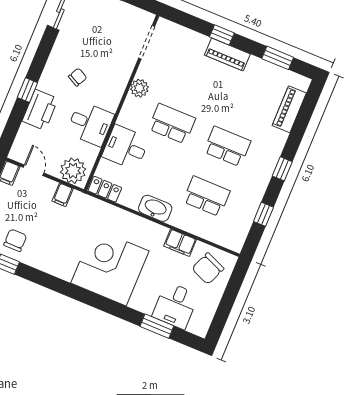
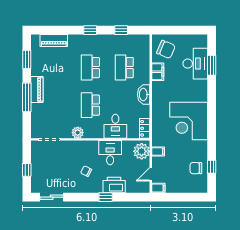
window: (222, 35) -> (27, 97), width x2.17
corner desk: (110, 267) -> (189, 121), moved
desk: (175, 305) -> (195, 64), width x1.37

